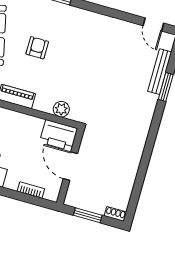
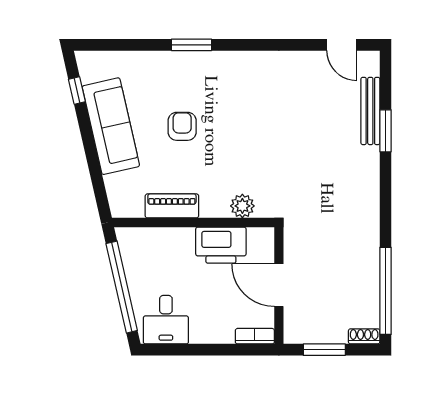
printer: (59, 135) -> (221, 245), moved
window: (137, 189) -> (385, 291), added
bookcase: (31, 190) -> (255, 336), moved

